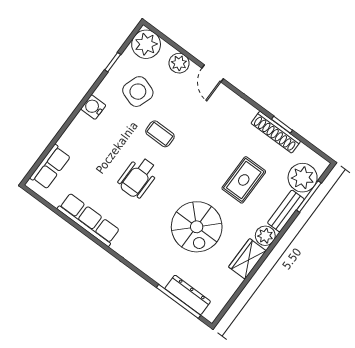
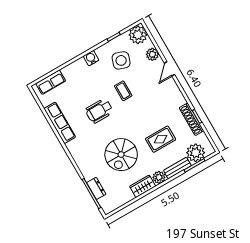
dresser: (188, 295) -> (96, 188), width x0.70

